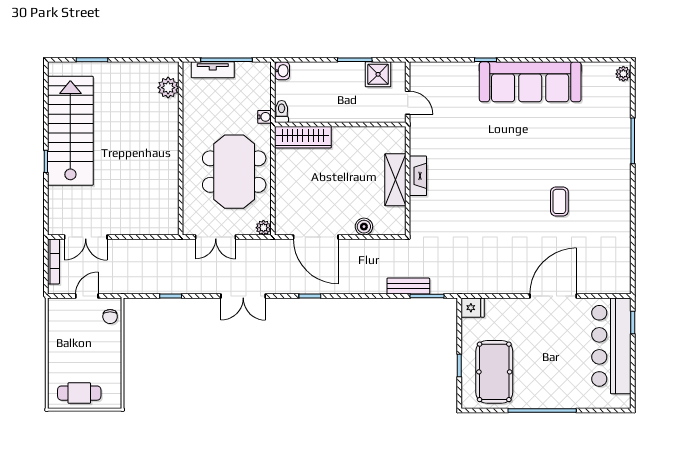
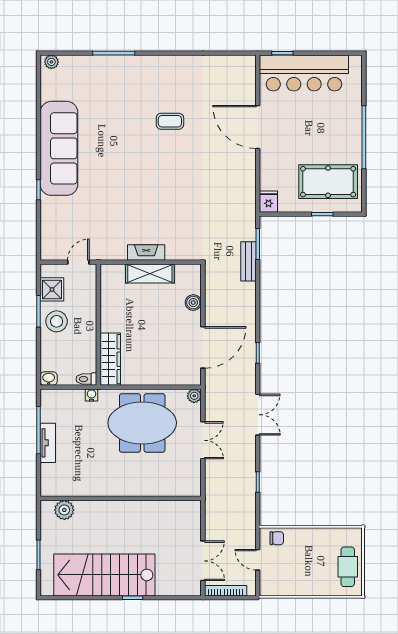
stool: (344, 79) -> (57, 321), added
plant: (168, 88) -> (64, 510), moved
wall: (181, 148) -> (121, 498), moved

